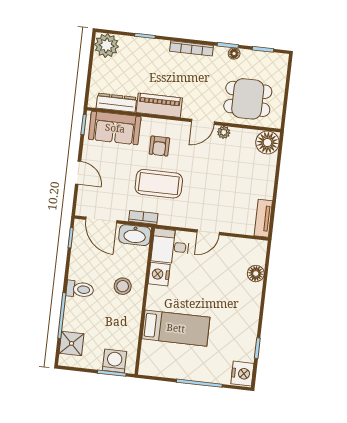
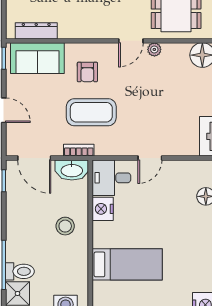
piano: (159, 105) -> (82, 28), removed
toilet: (80, 289) -> (20, 271), moved

